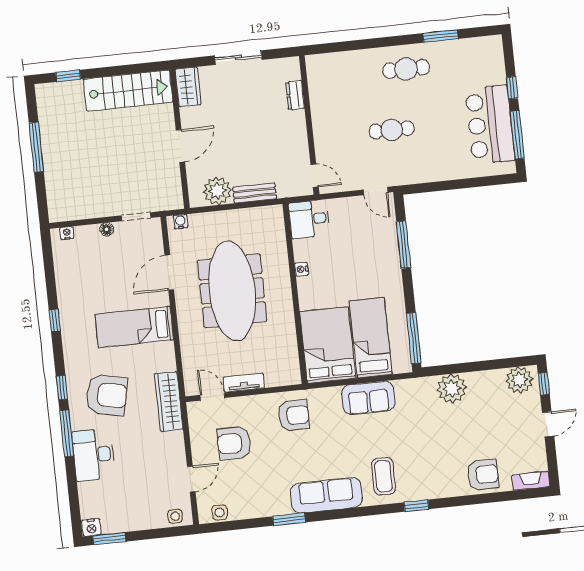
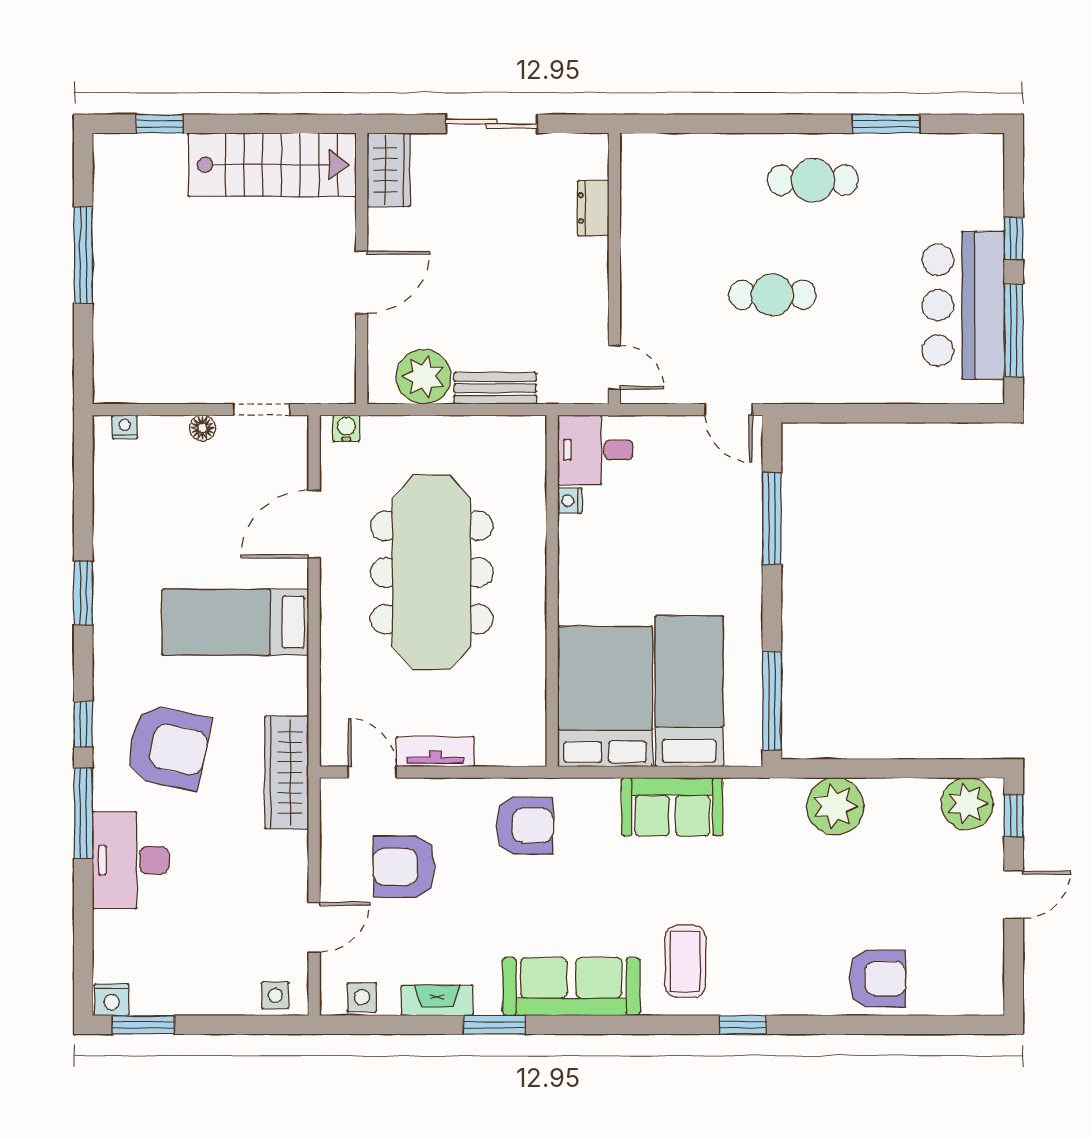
nightstand: (301, 269) -> (570, 501), moved
window: (55, 320) -> (83, 593), width x1.50
fireplace: (531, 481) -> (437, 1000), moved

